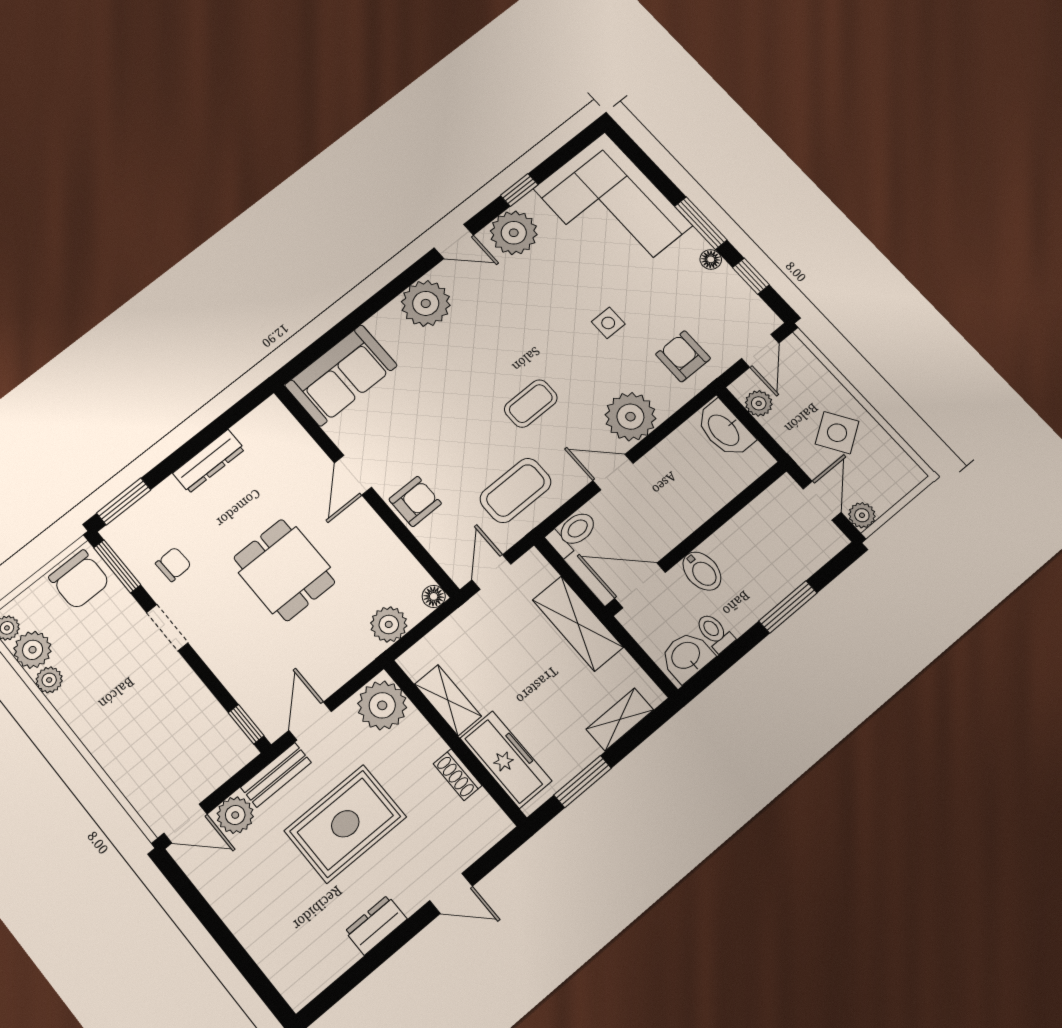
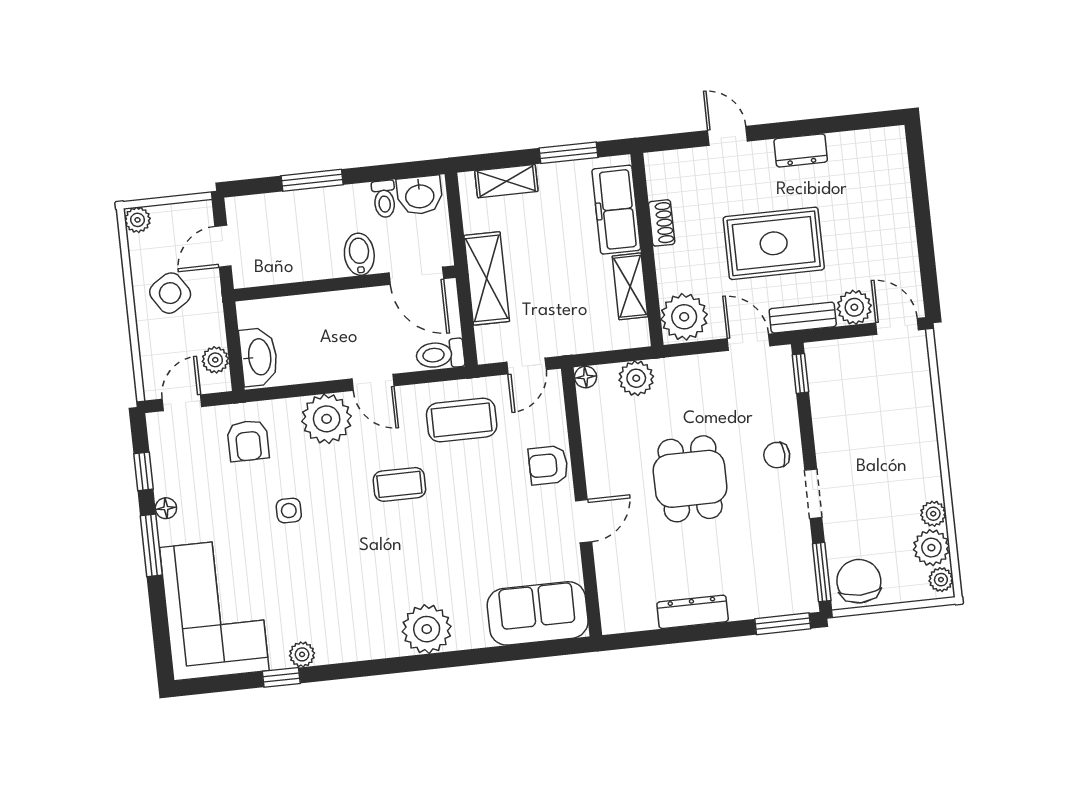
plant: (514, 233) -> (302, 654), width x0.53, depth x0.53
door: (454, 241) -> (367, 668), removed
plant: (862, 515) -> (138, 220), moved
chair: (173, 564) -> (777, 455), moved
door: (310, 721) -> (749, 342), swing flipped

